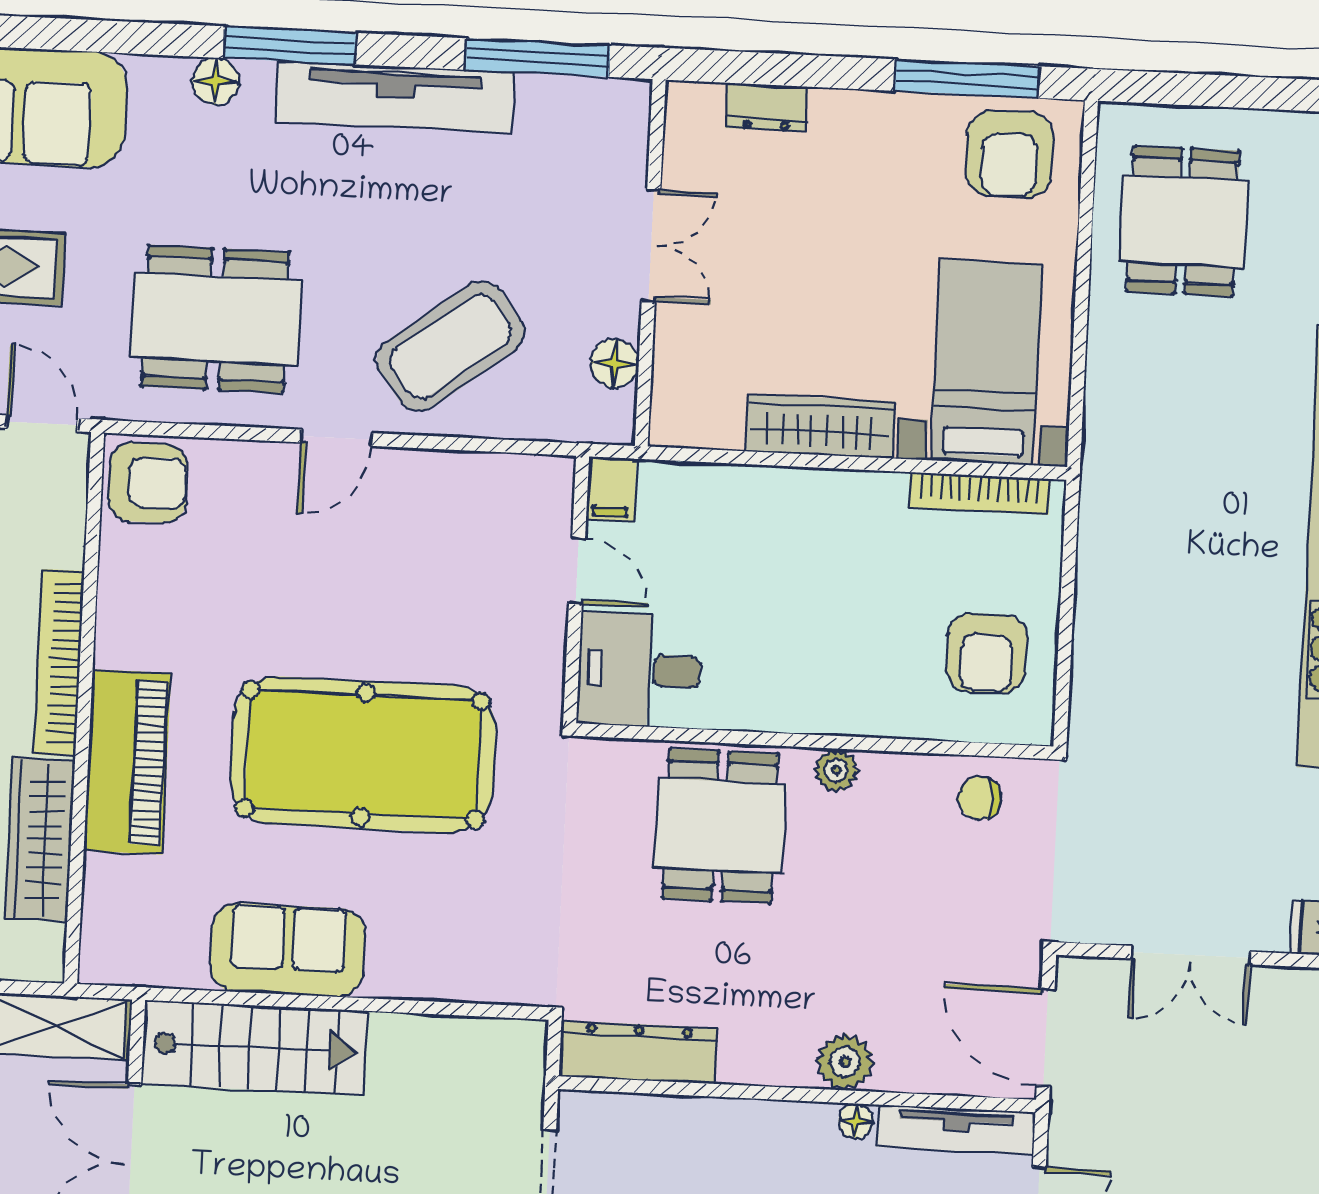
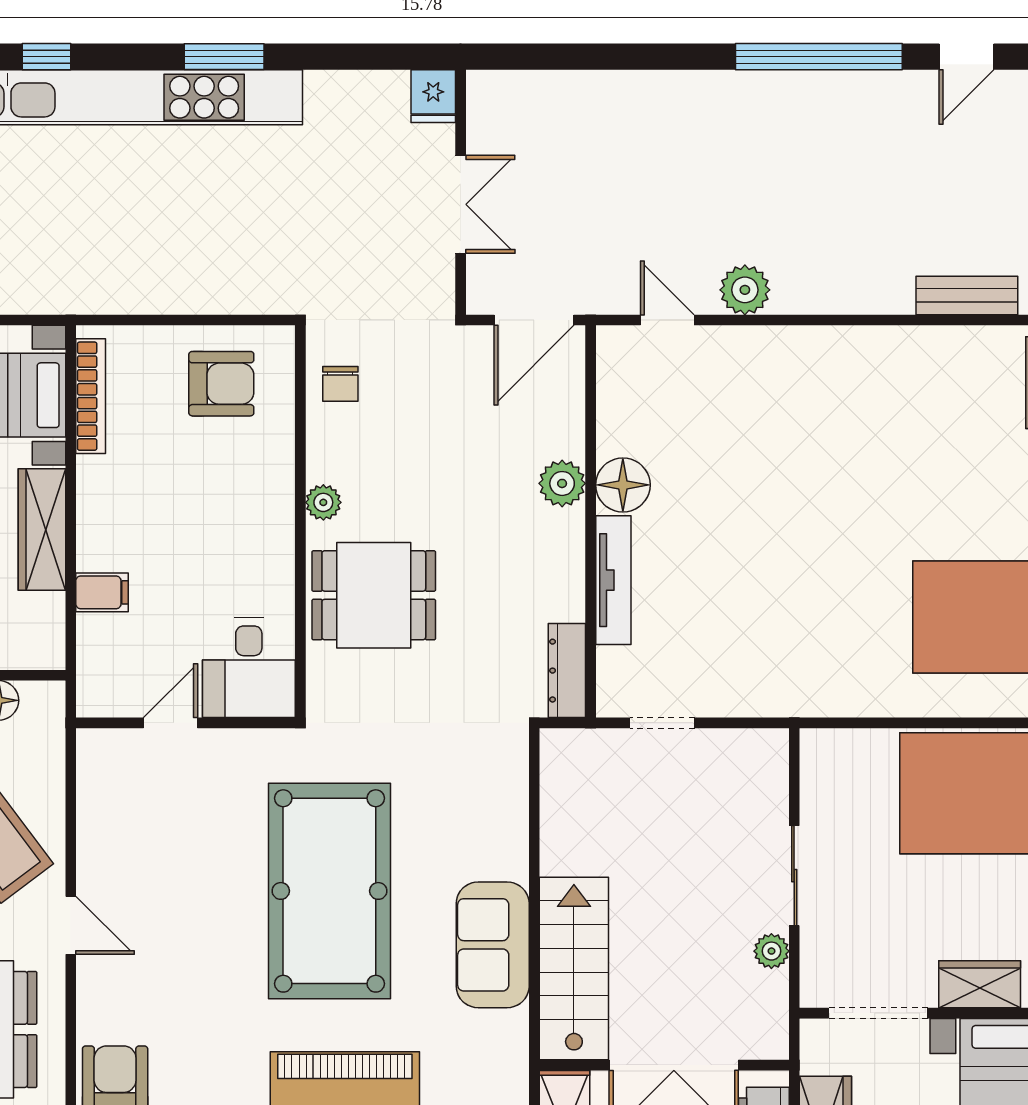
filing cabinet: (611, 489) -> (102, 592), moved
dresser: (638, 1052) -> (567, 671), width x0.73, depth x0.80
floor lamp: (856, 1121) -> (623, 485), width x1.89, depth x1.89
tv unit: (956, 1130) -> (613, 580), moved

